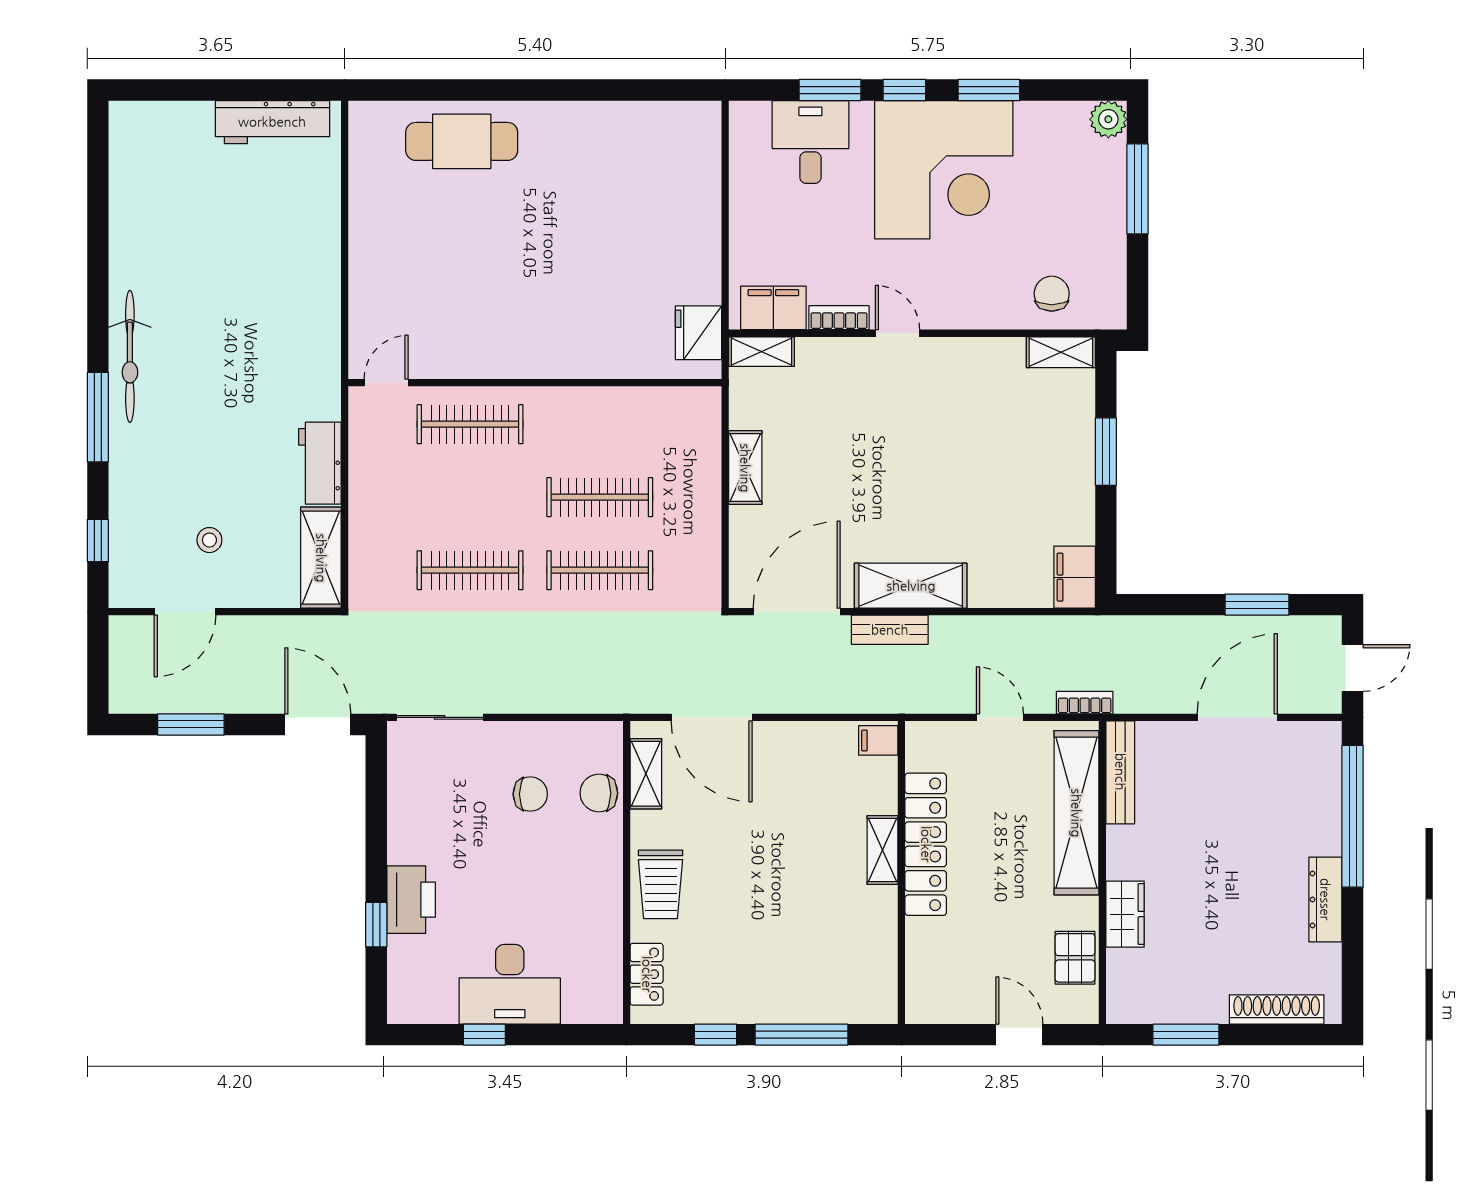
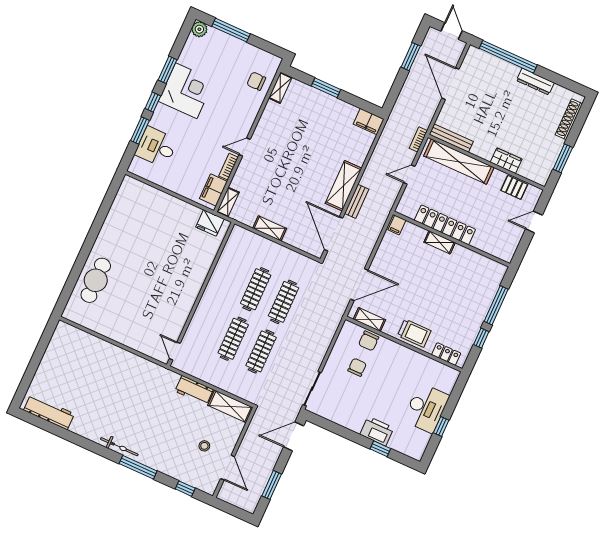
workbench: (272, 122) -> (49, 412), moved, turned -90
corner desk: (944, 170) -> (186, 91), width x0.74, depth x0.74
bicycle: (130, 356) -> (119, 447), width x0.73, depth x0.71
clothes rail: (470, 424) -> (233, 339), moved

